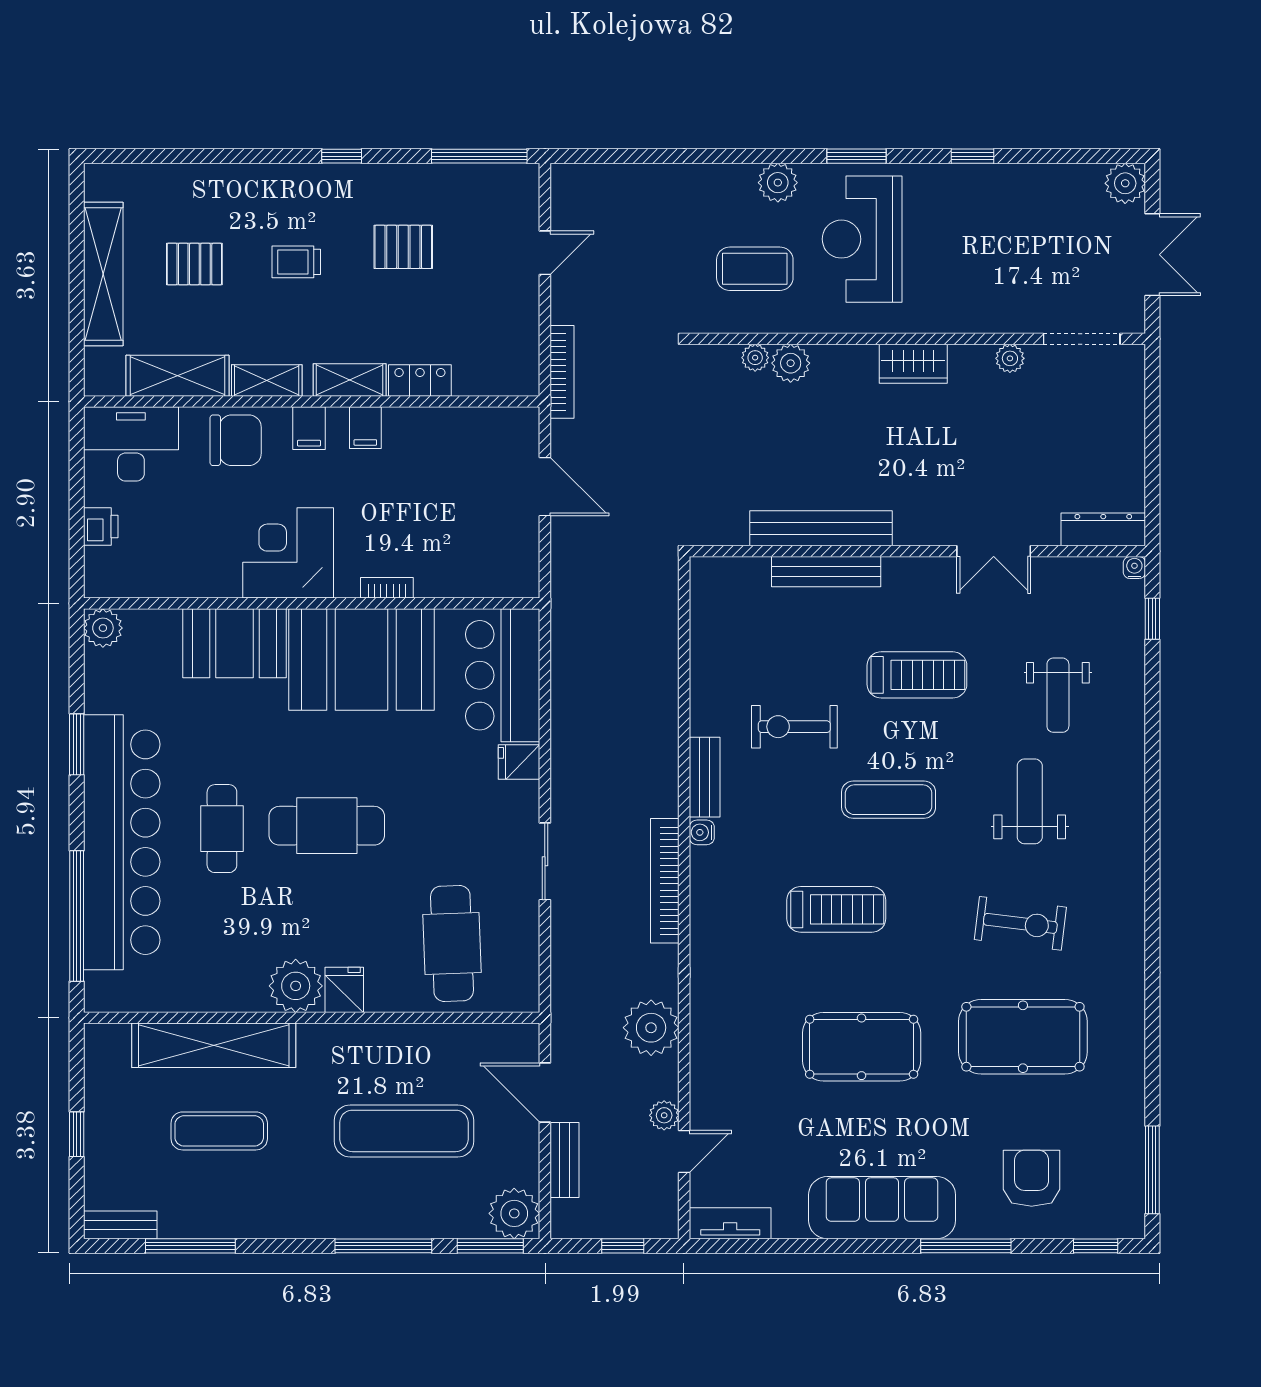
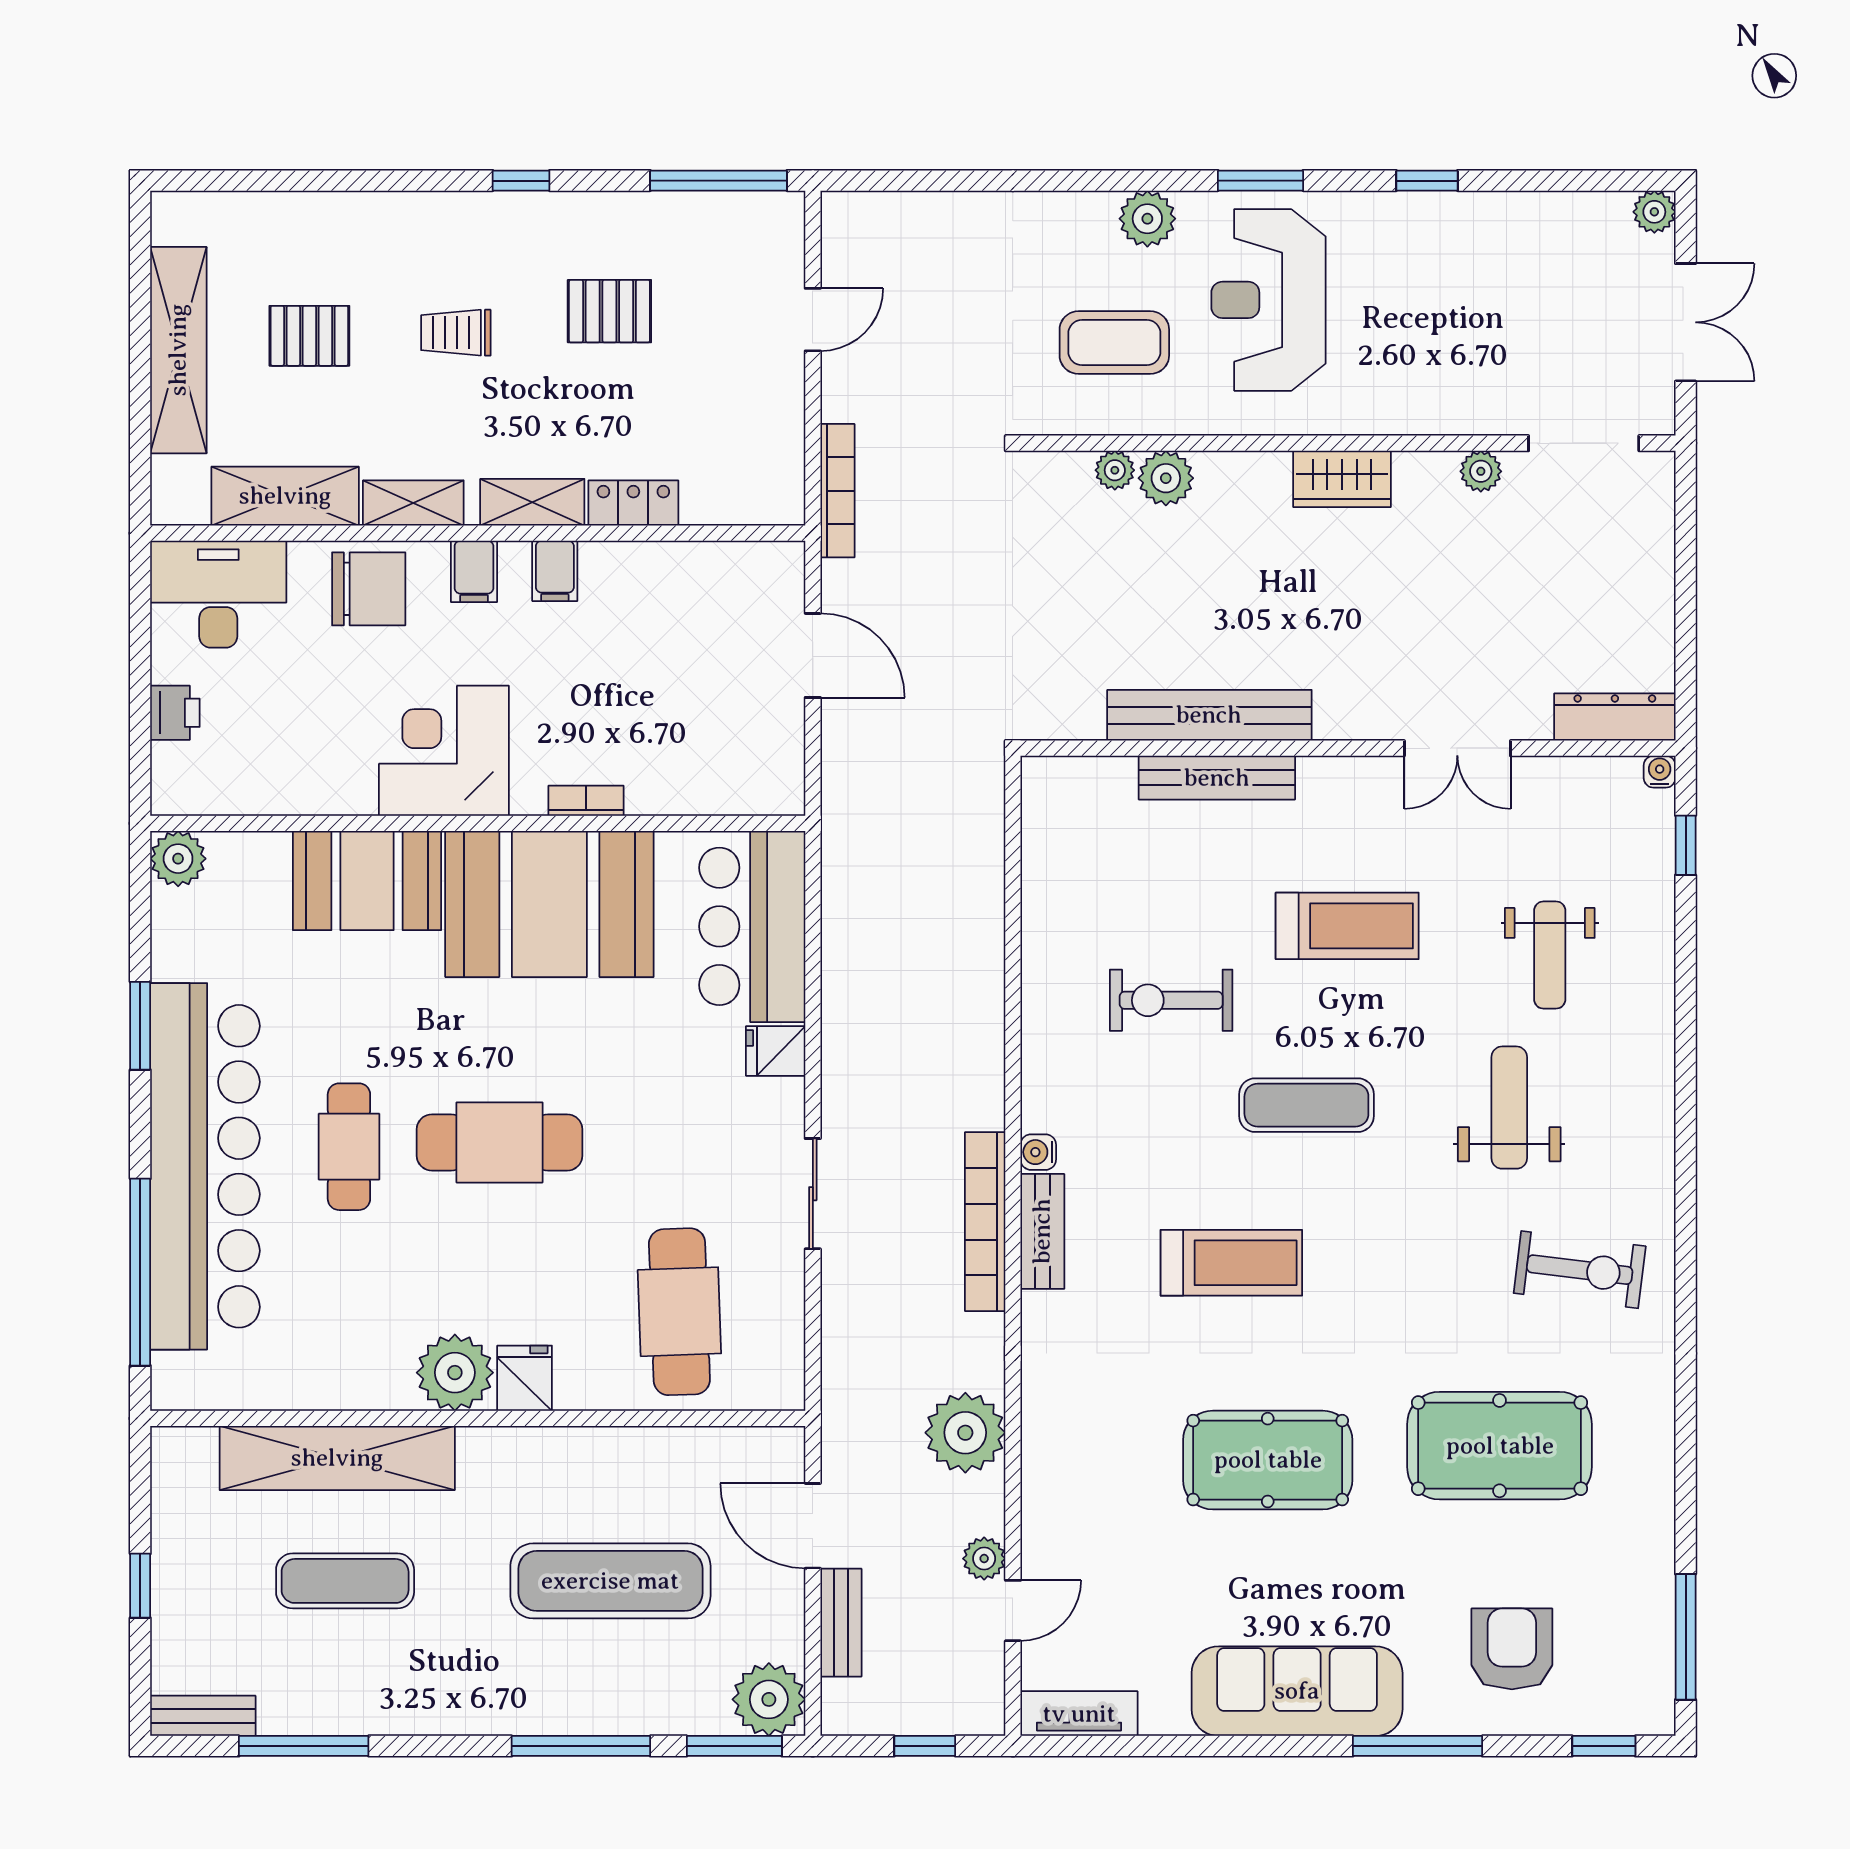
plant: (1125, 183) -> (1654, 212), width x0.73, depth x0.73
bench: (705, 777) -> (1042, 1231), moved
exercise bike: (1020, 923) -> (1580, 1270), moved

